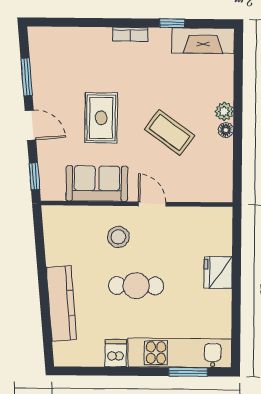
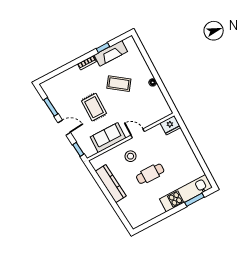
fireplace: (203, 41) -> (111, 53), moved
plant: (224, 112) -> (148, 75), removed
coffee table: (170, 132) -> (119, 84), moved
fridge: (218, 272) -> (170, 125), moved, turned -90
kitchen counter: (61, 303) -> (111, 184), moved
dishwasher: (116, 353) -> (157, 209), removed

